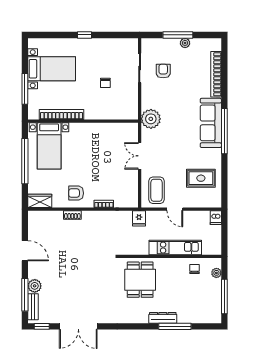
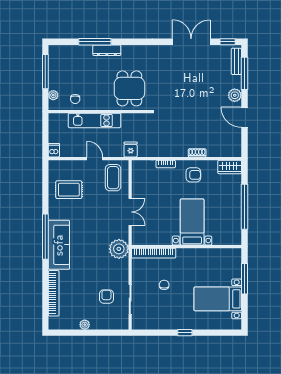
window: (178, 35) -> (92, 333), removed
armchair: (163, 71) -> (106, 297), turned 180
bookcase: (61, 114) -> (154, 253), moved
bed with nightstands: (49, 146) -> (192, 222), moved
plant: (35, 286) -> (235, 95), moved

